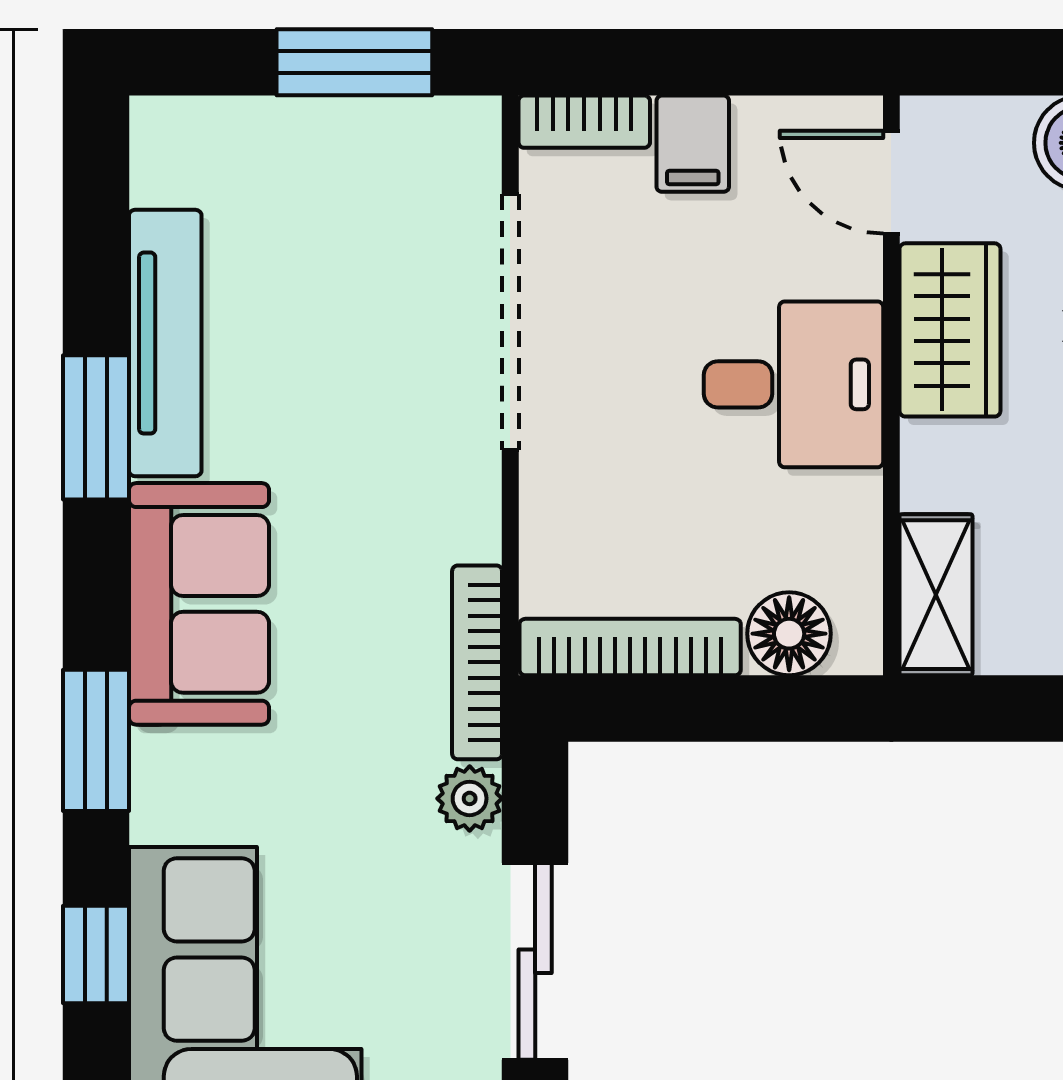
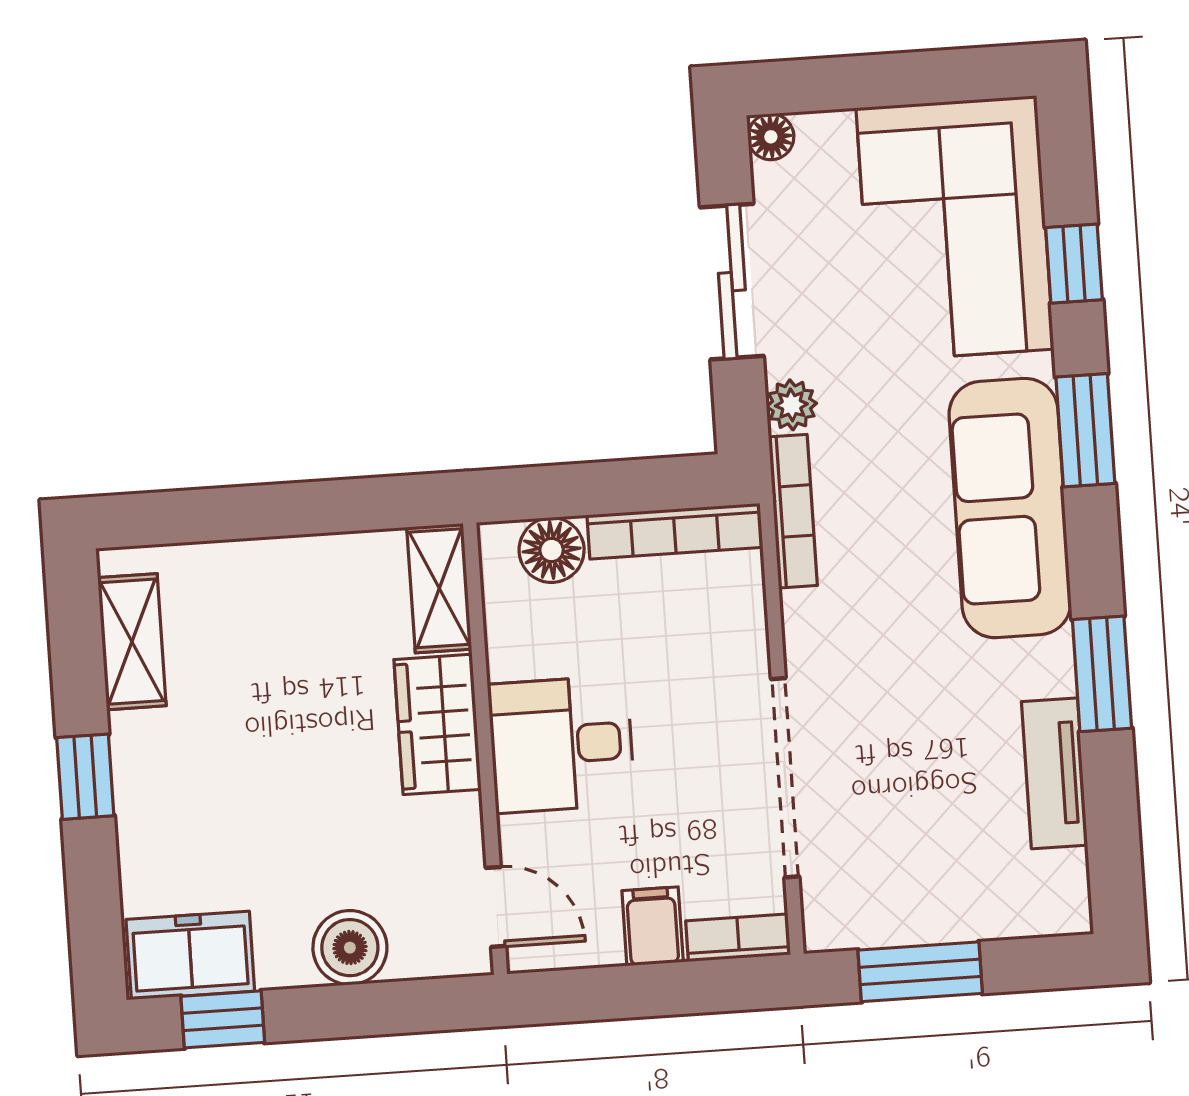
wardrobe: (950, 330) -> (438, 724), moved
tv unit: (165, 343) -> (1055, 773), width x0.71
sofa: (199, 604) -> (1010, 508), width x1.36

